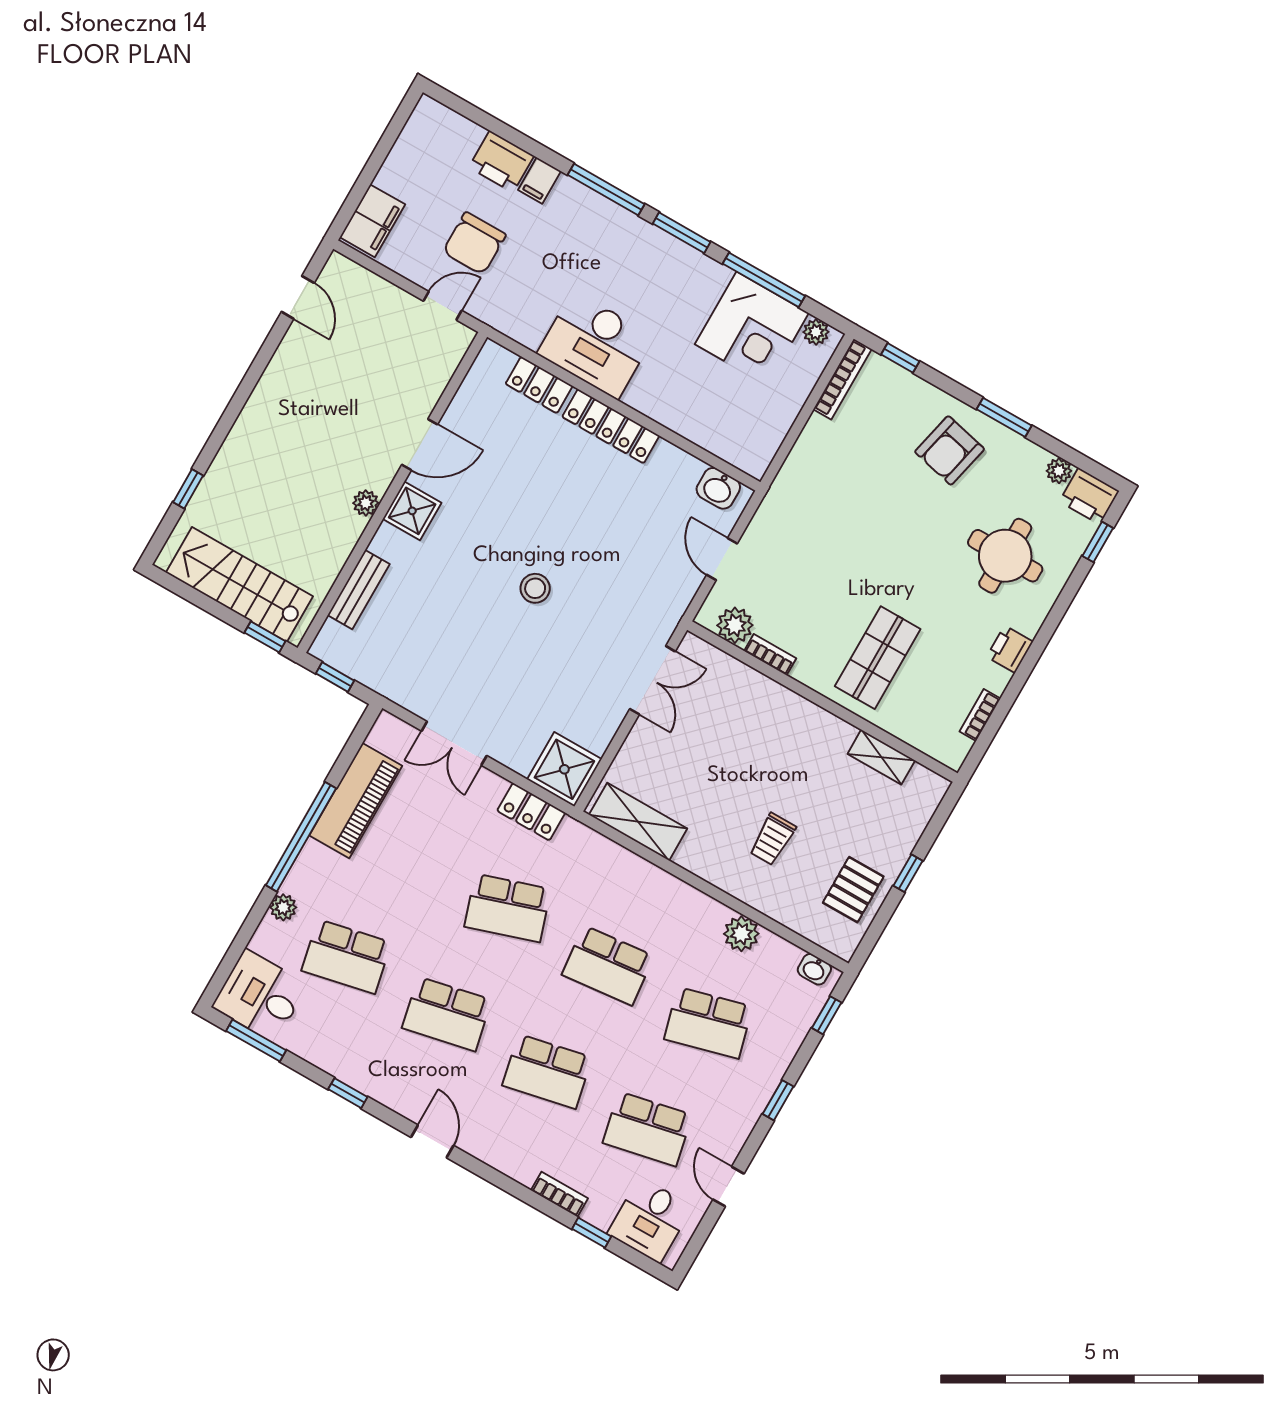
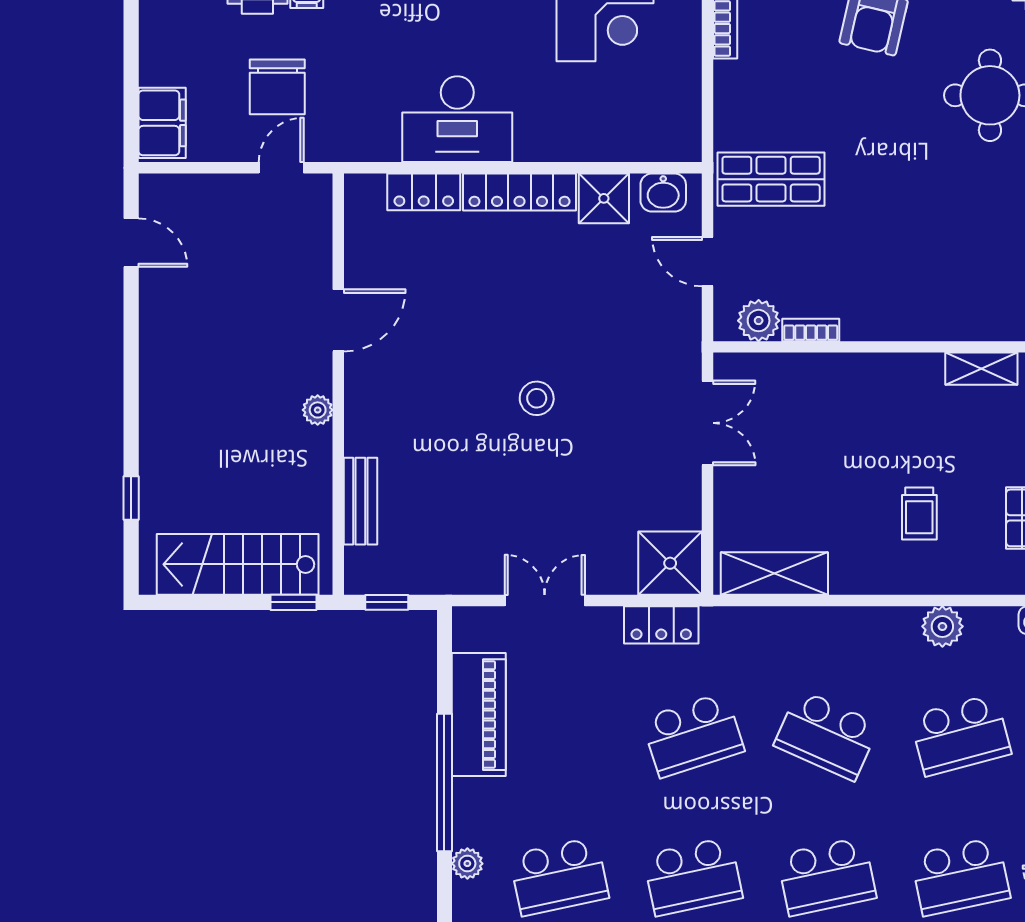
shower: (412, 511) -> (604, 198), moved
shop shelf: (878, 658) -> (771, 179), moved, turned 90
double door: (454, 743) -> (545, 601), swing flipped
school desk: (608, 965) -> (827, 735), turned 30

